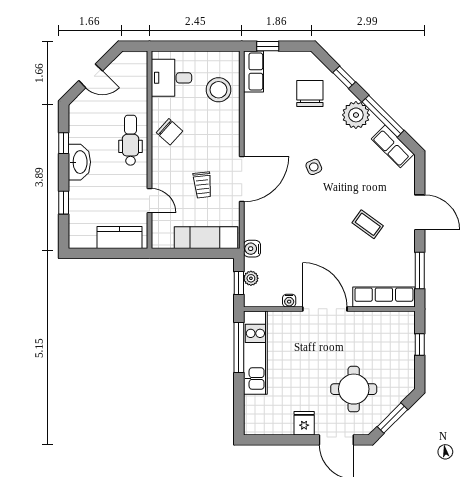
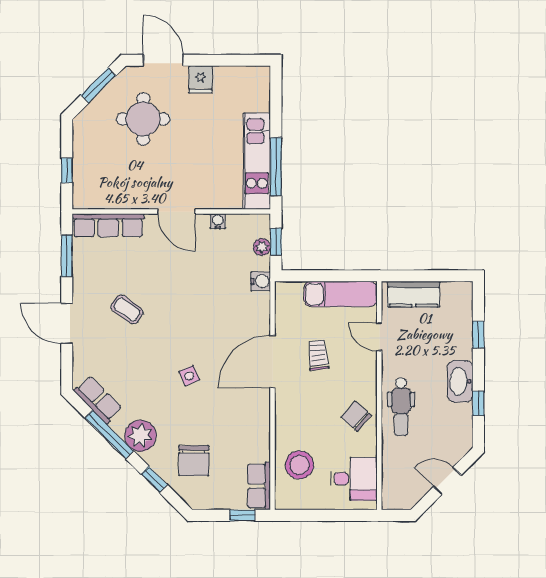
exam couch: (206, 238) -> (341, 294), moved
door: (325, 309) -> (176, 212), width x0.73

